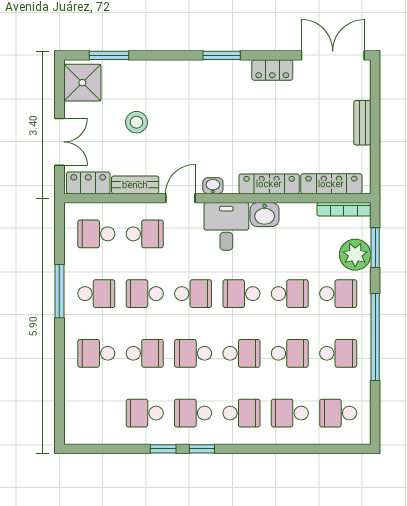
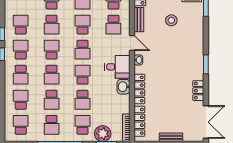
school desk: (338, 294) -> (83, 125), turned 180

